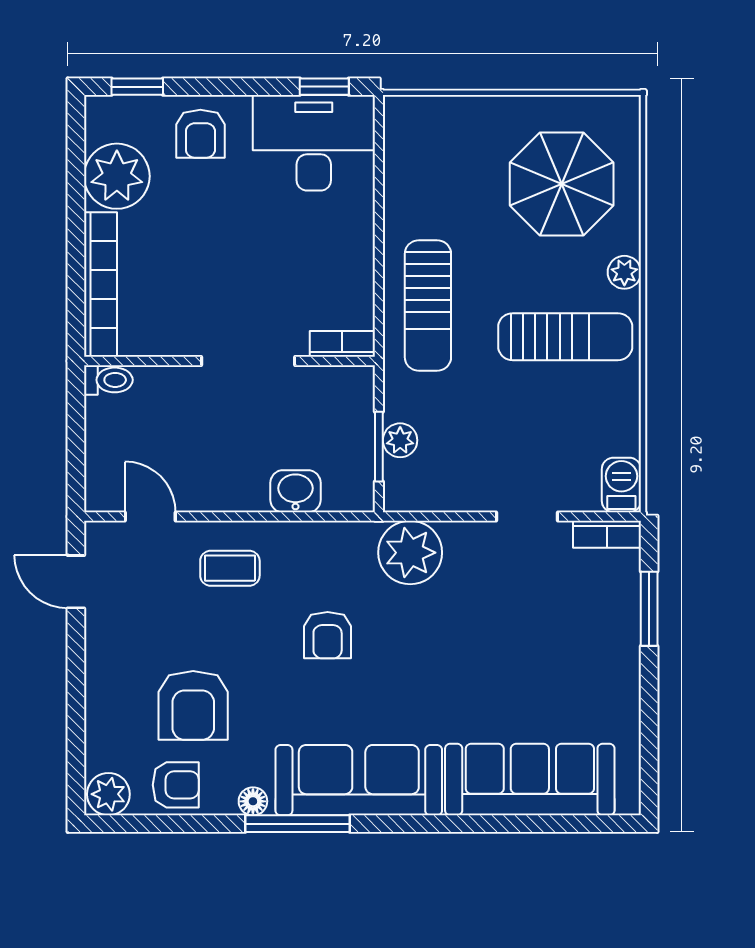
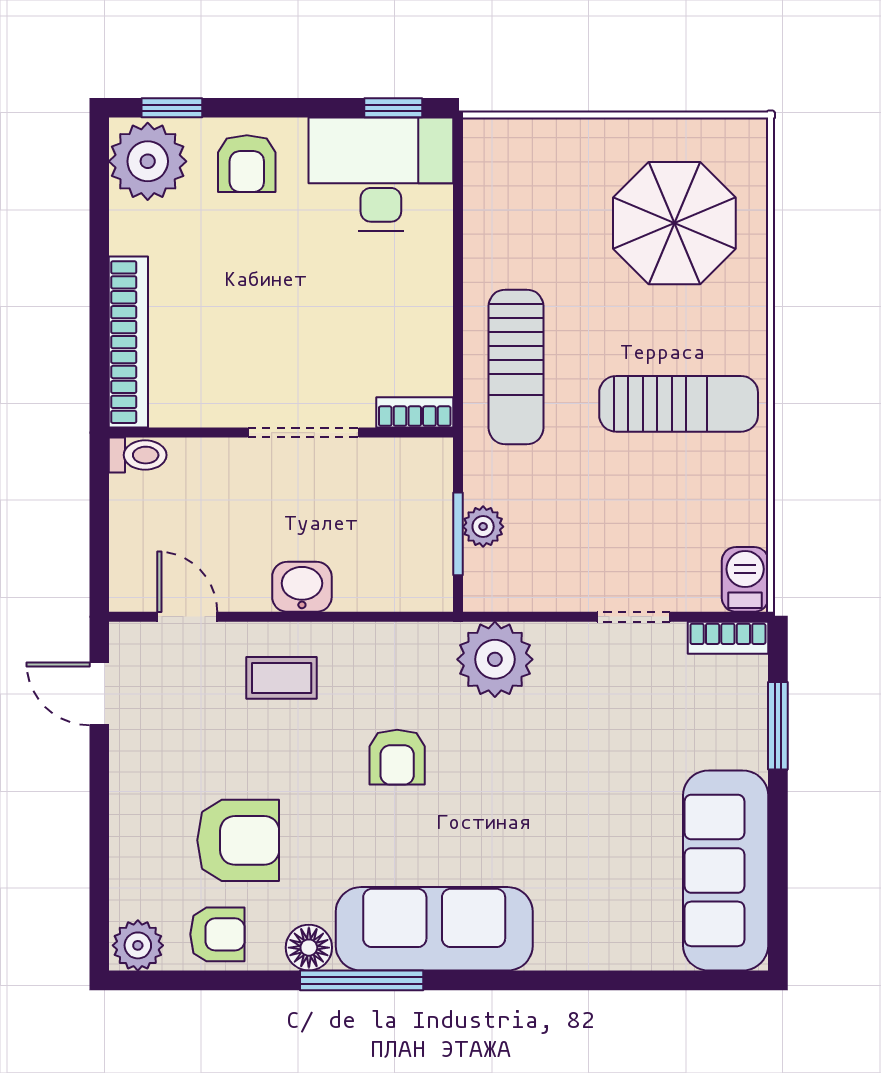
plant: (117, 176) -> (148, 161), moved
plant: (624, 272) -> (749, 328), removed
washbasin: (295, 491) -> (302, 587), moved
armchair: (193, 705) -> (238, 840), turned -90
sofa: (530, 780) -> (726, 870), moved, turned -90
floor lamp: (253, 801) -> (309, 948), width x1.37, depth x1.37

